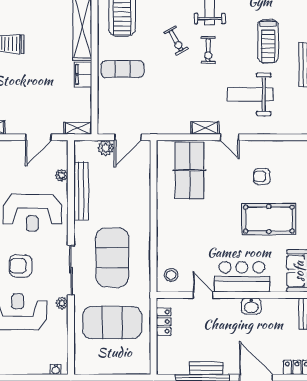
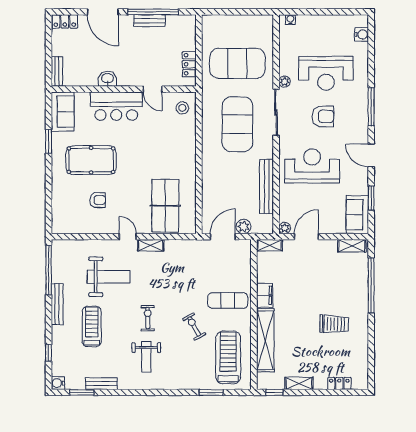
exercise bike: (176, 41) -> (194, 326), moved
plant: (62, 175) -> (285, 228), moved

